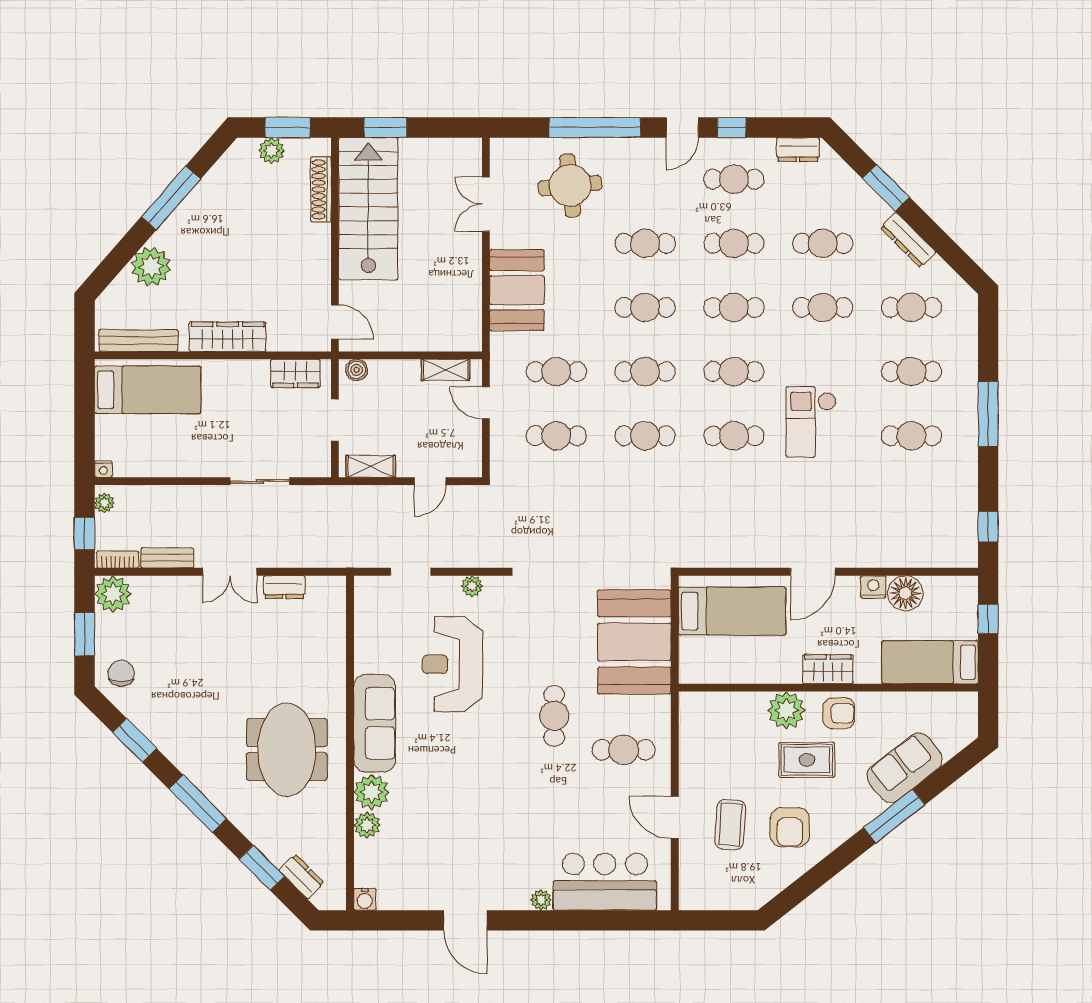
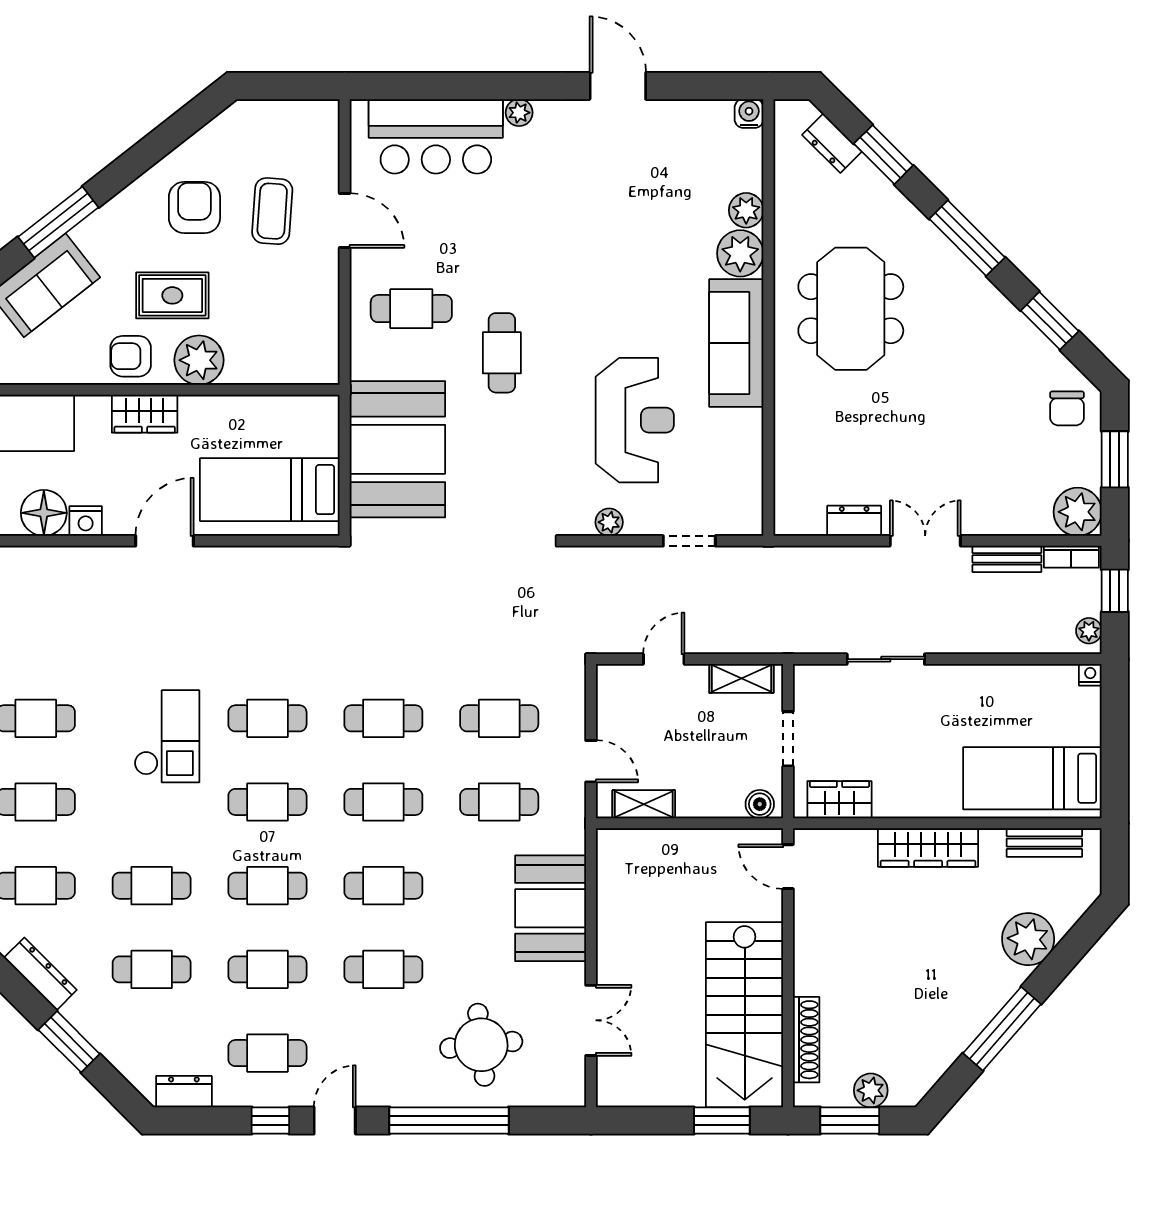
bench: (138, 340) -> (1044, 843), width x0.73

